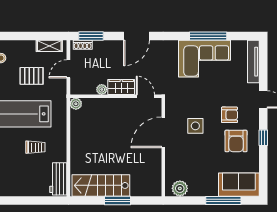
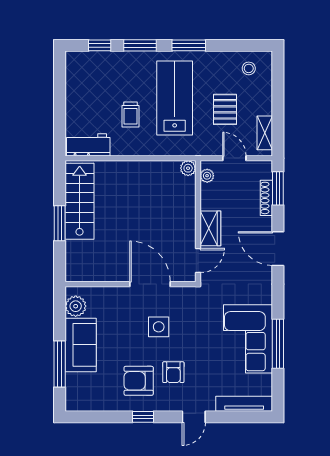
shoe rack: (83, 45) -> (266, 198), moved, width x1.43
plant: (102, 89) -> (207, 176), moved
sofa: (239, 185) -> (81, 345), moved

